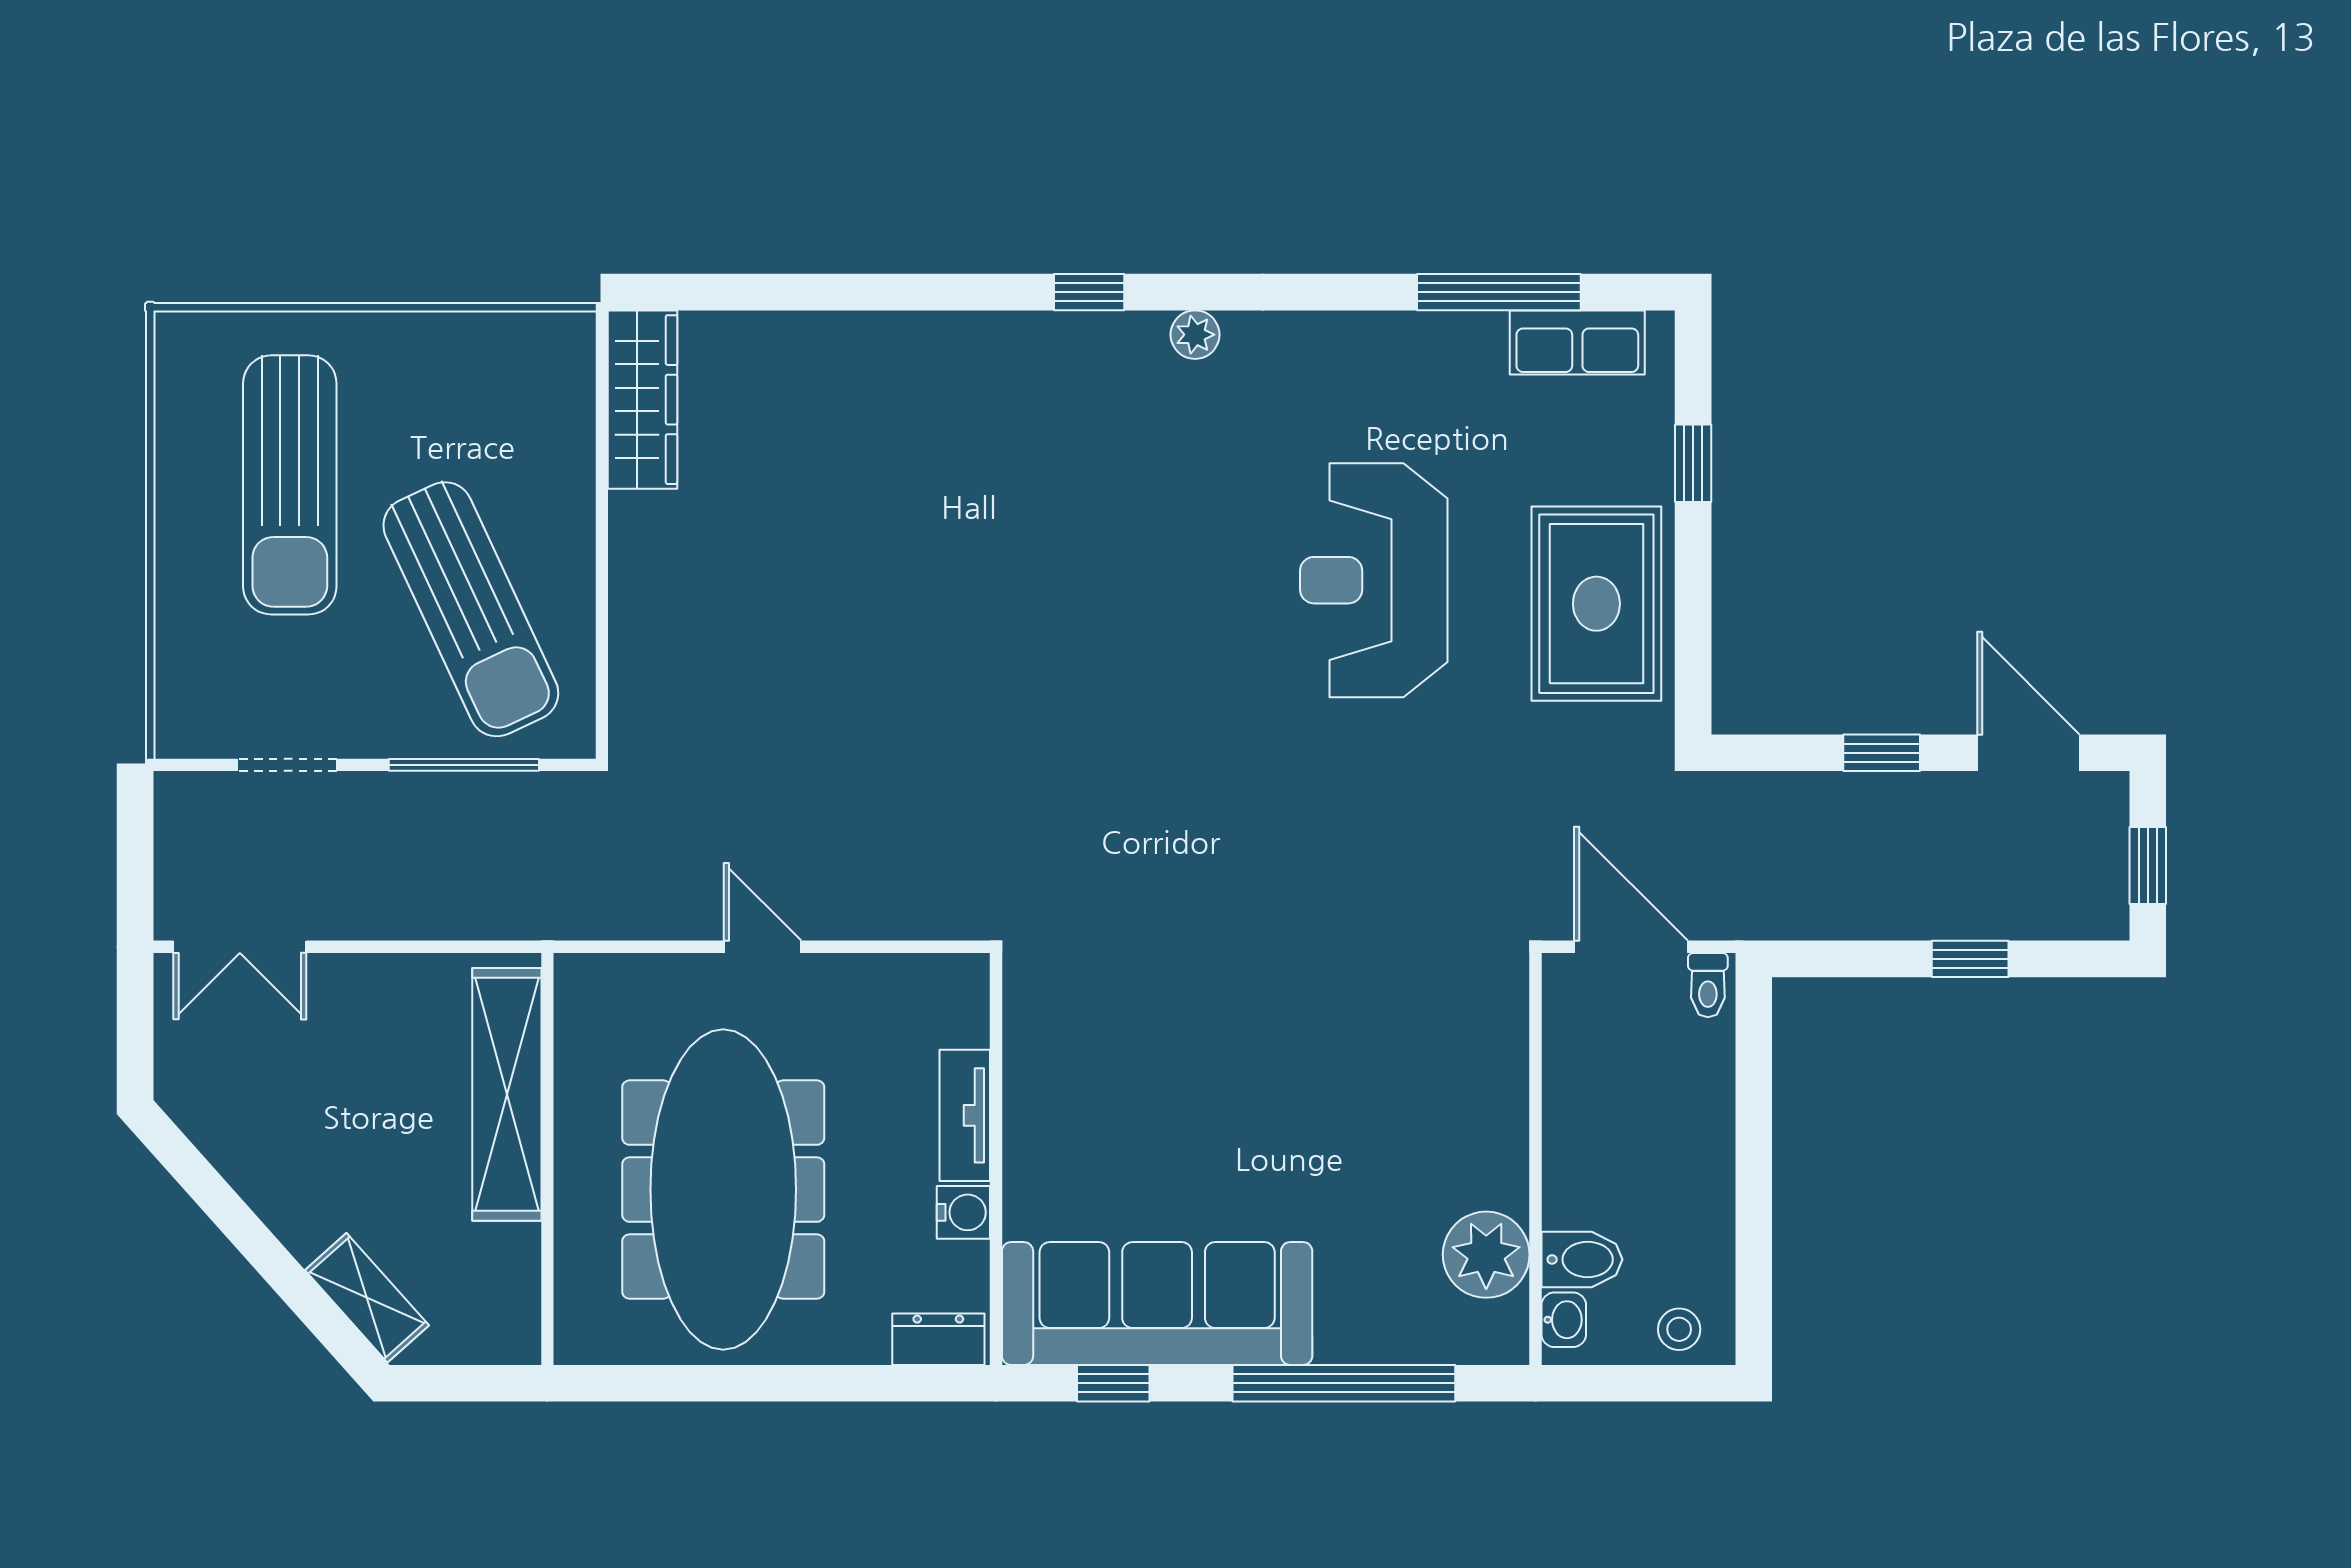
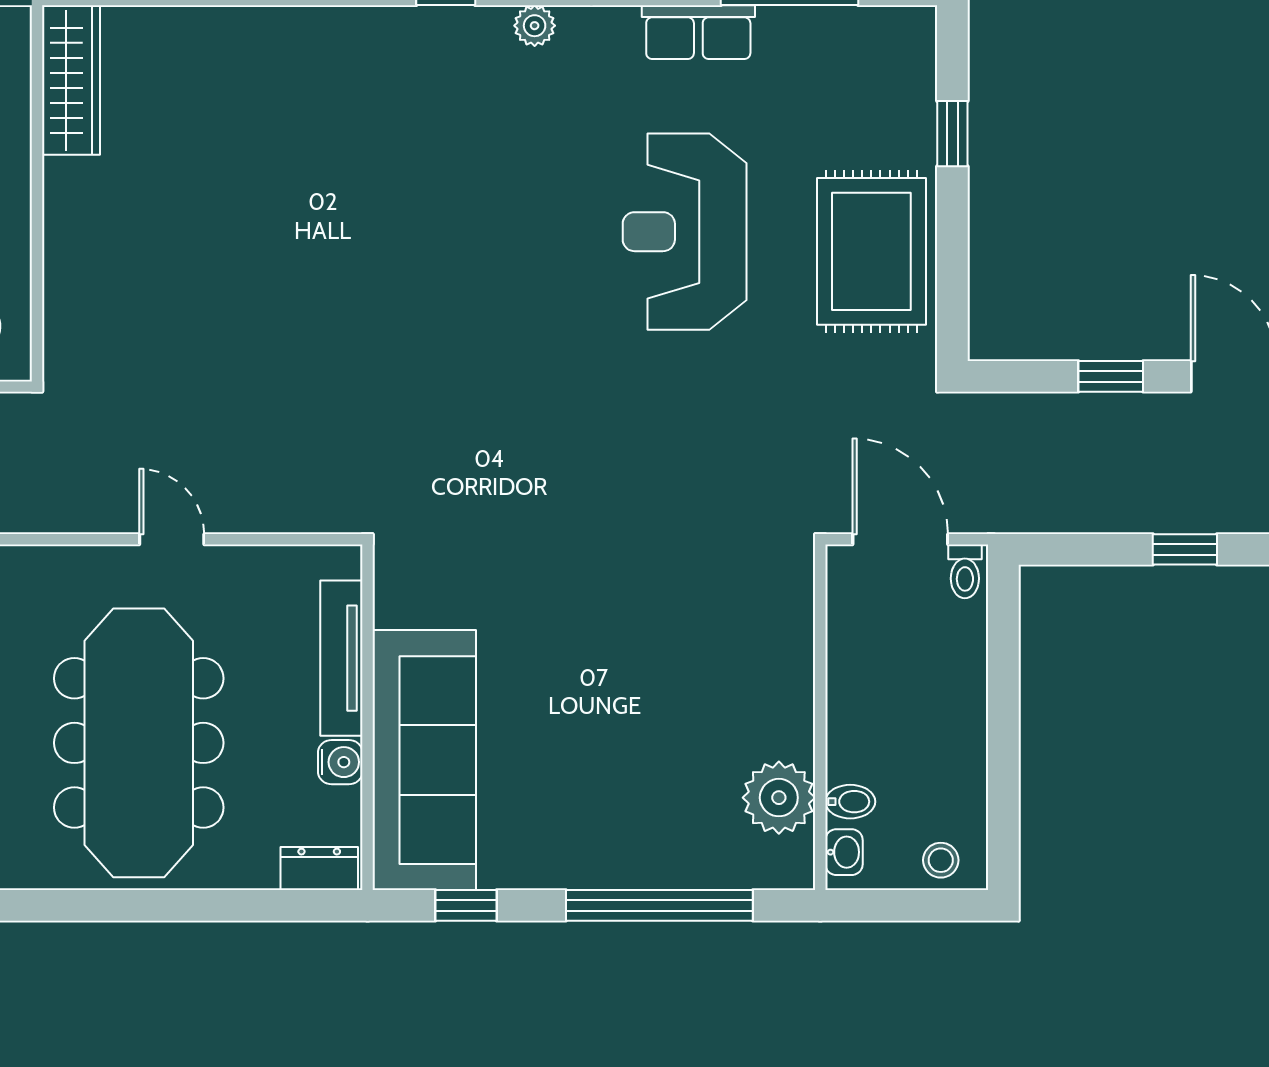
row of seats: (1577, 342) -> (698, 32), moved
tv unit: (965, 1115) -> (341, 658), width x1.41
bidet: (1582, 1259) -> (850, 802), width x0.72, depth x0.74
sofa: (1157, 1304) -> (424, 760), moved, turned 90

